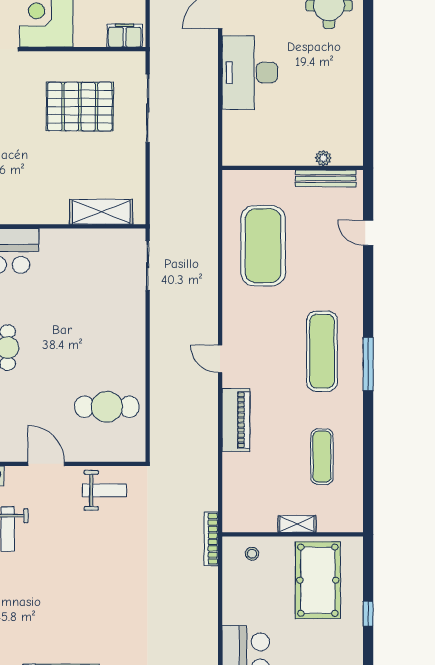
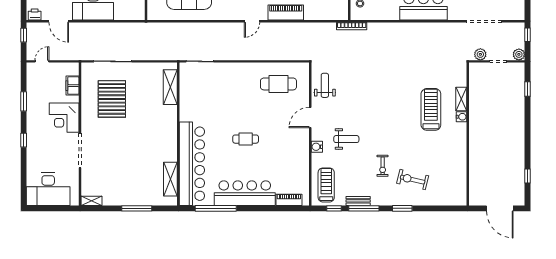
filing cabinet: (125, 36) -> (72, 86), moved
cafe table: (107, 407) -> (278, 84), turned 90

